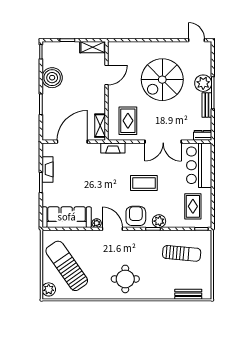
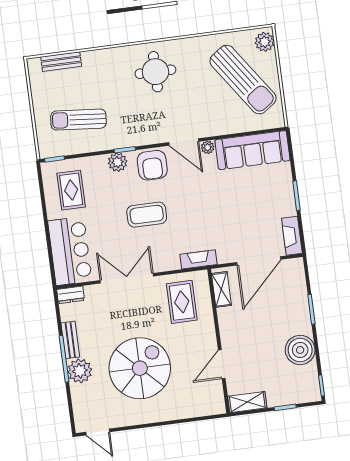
fireplace: (47, 169) -> (292, 236), moved

